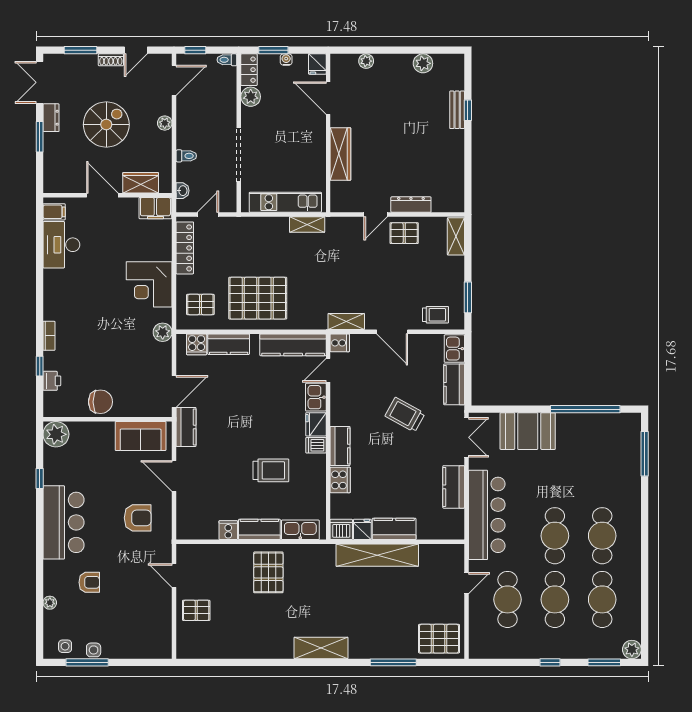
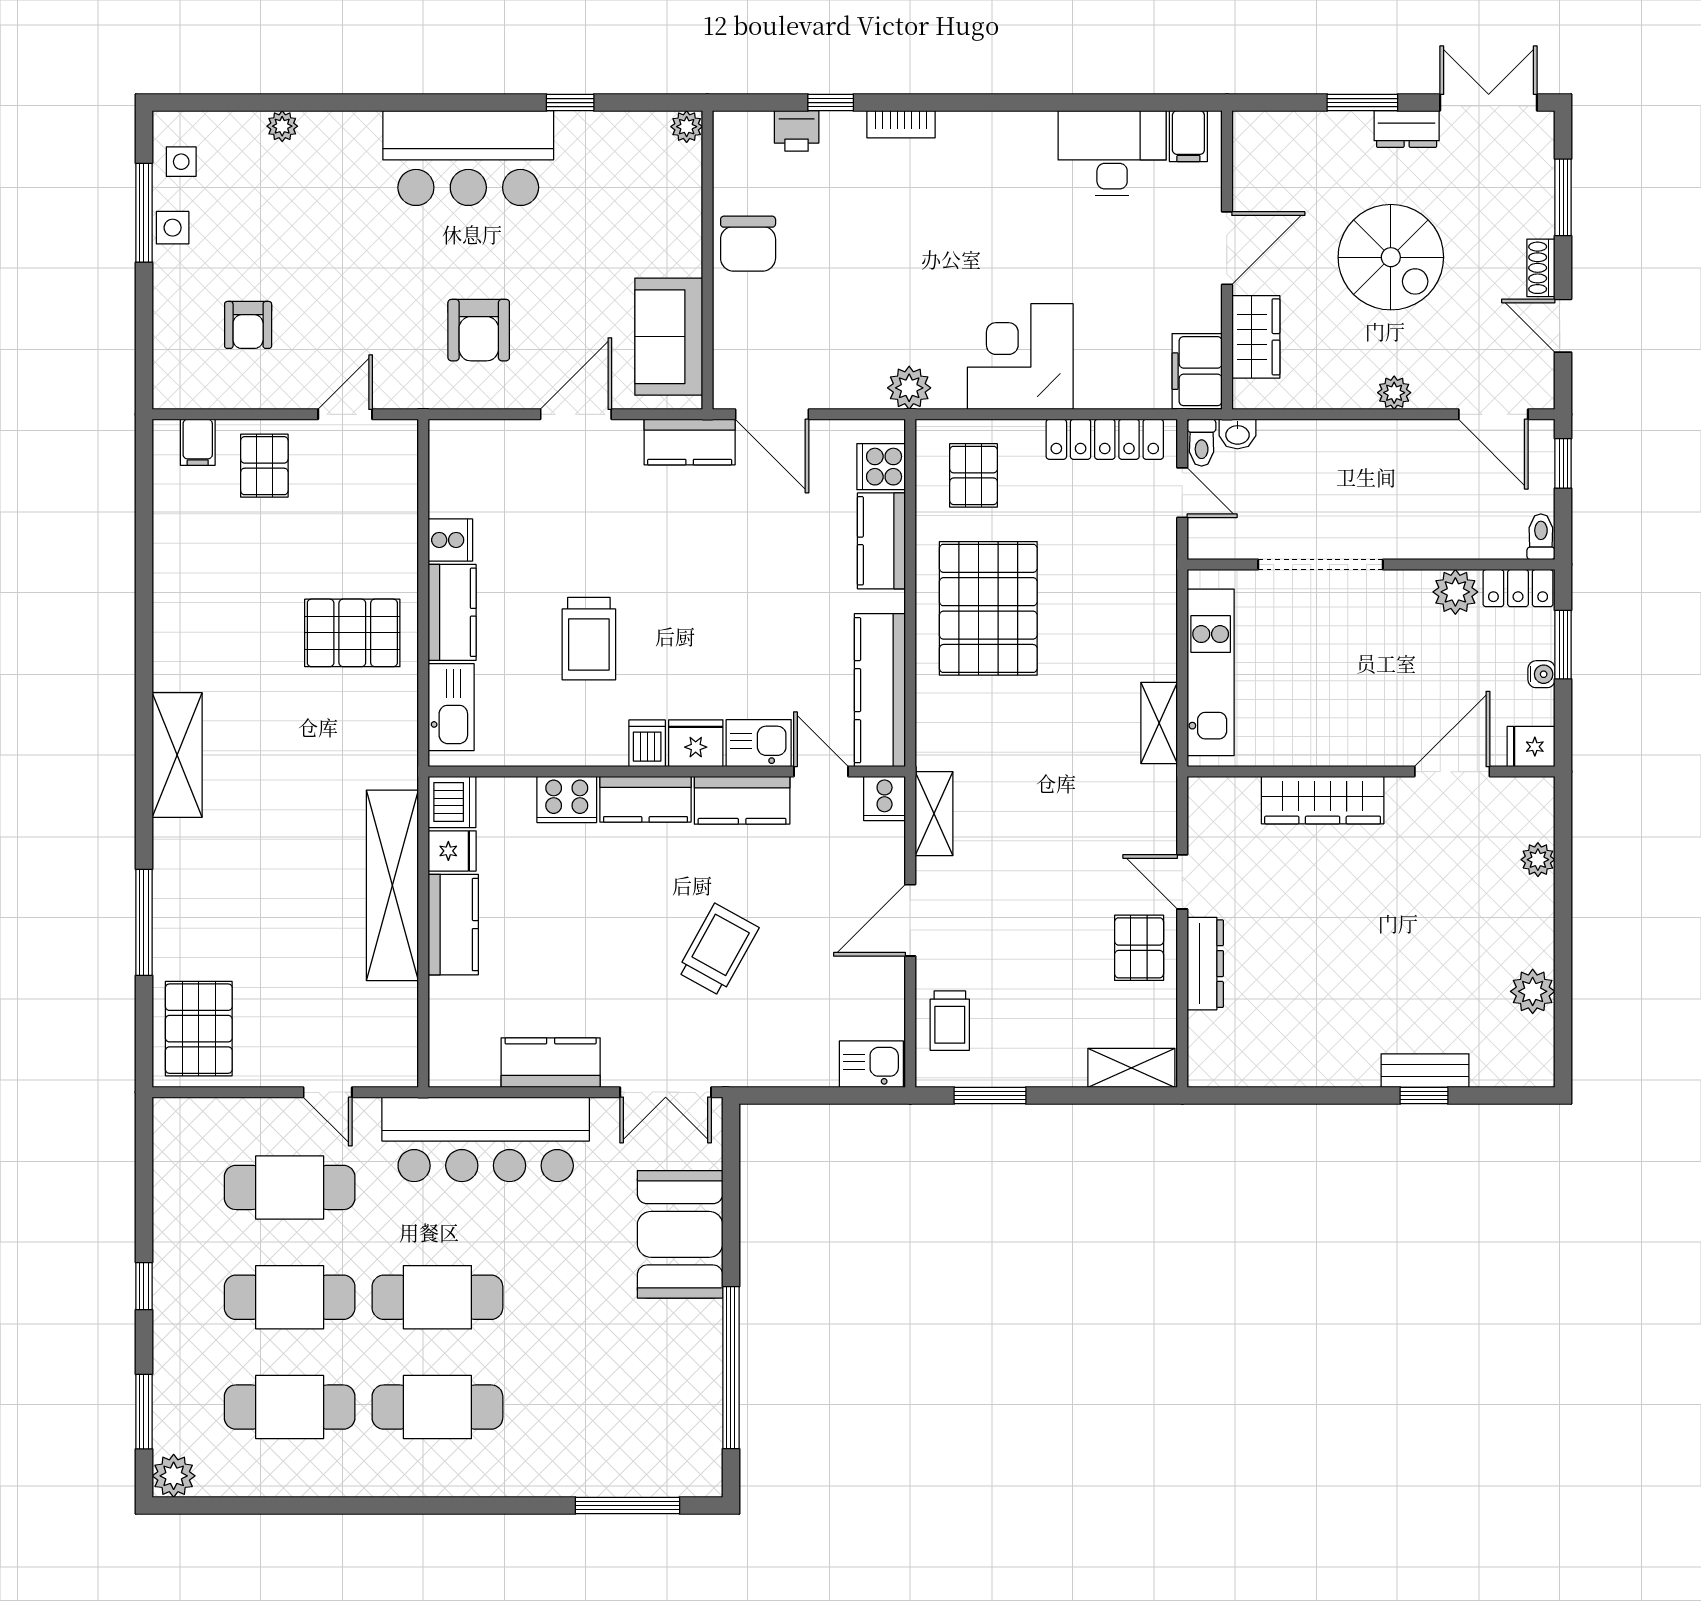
toilet: (186, 156) -> (1202, 443), moved
kitchen counter: (454, 384) -> (742, 800), moved, turned 180
plant: (56, 434) -> (687, 127), width x0.53, depth x0.53
armchair: (89, 582) -> (248, 325), moved
filing cabinet: (186, 639) -> (198, 442), added

